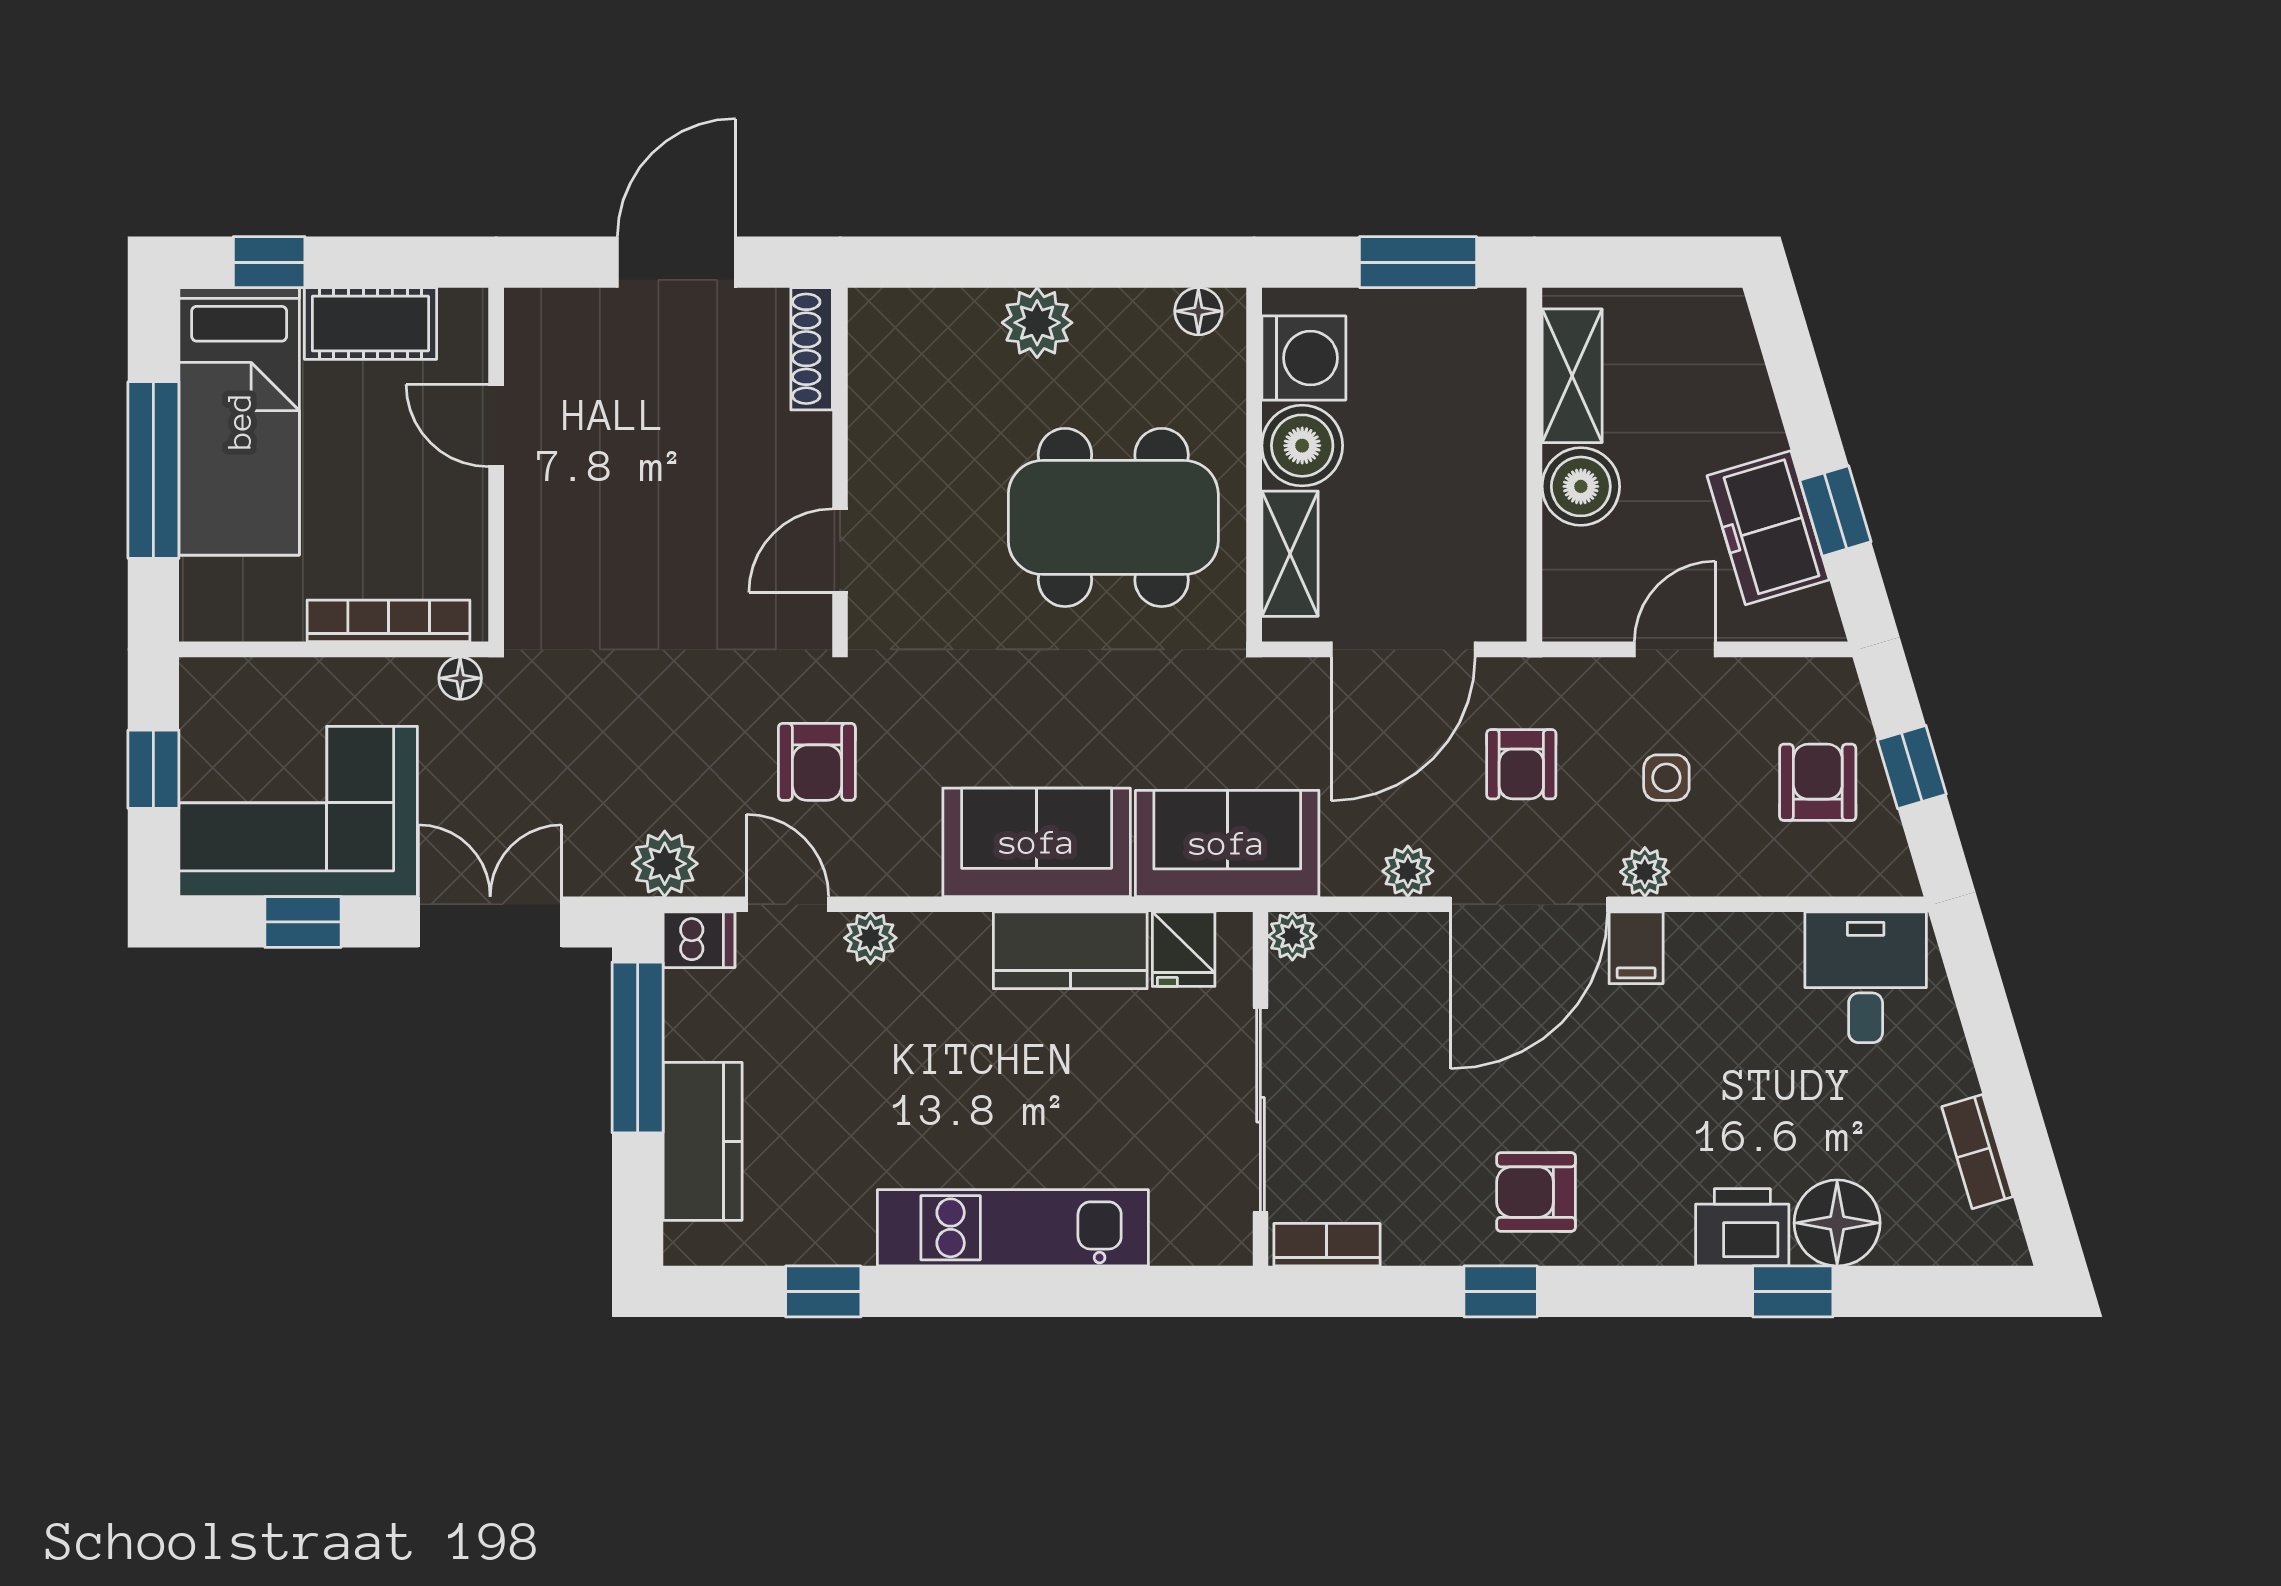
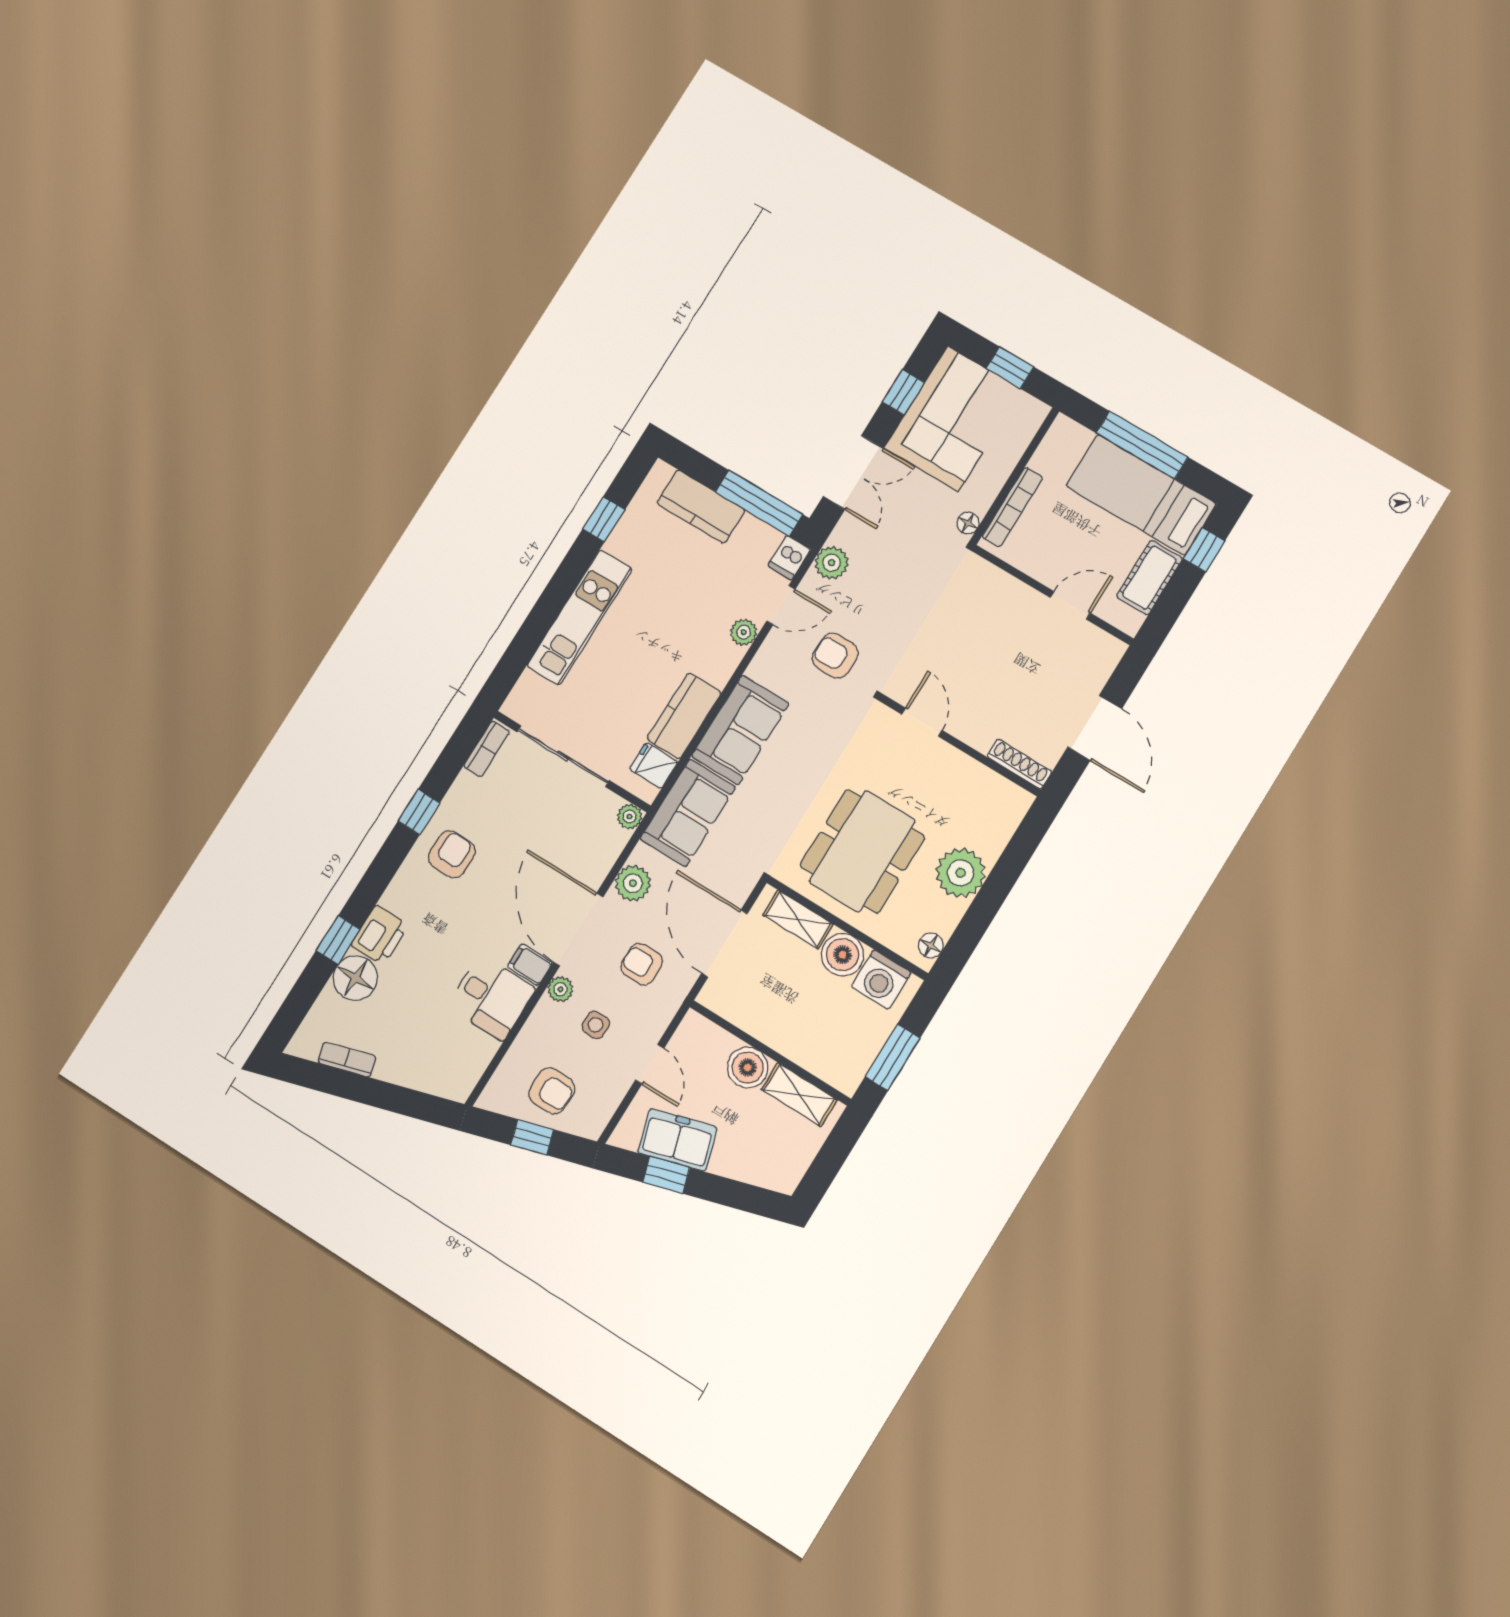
plant: (1037, 323) -> (961, 873), width x1.36, depth x1.36
plant: (1408, 871) -> (633, 883), width x1.38, depth x1.38
desk: (1866, 977) -> (491, 998), moved

